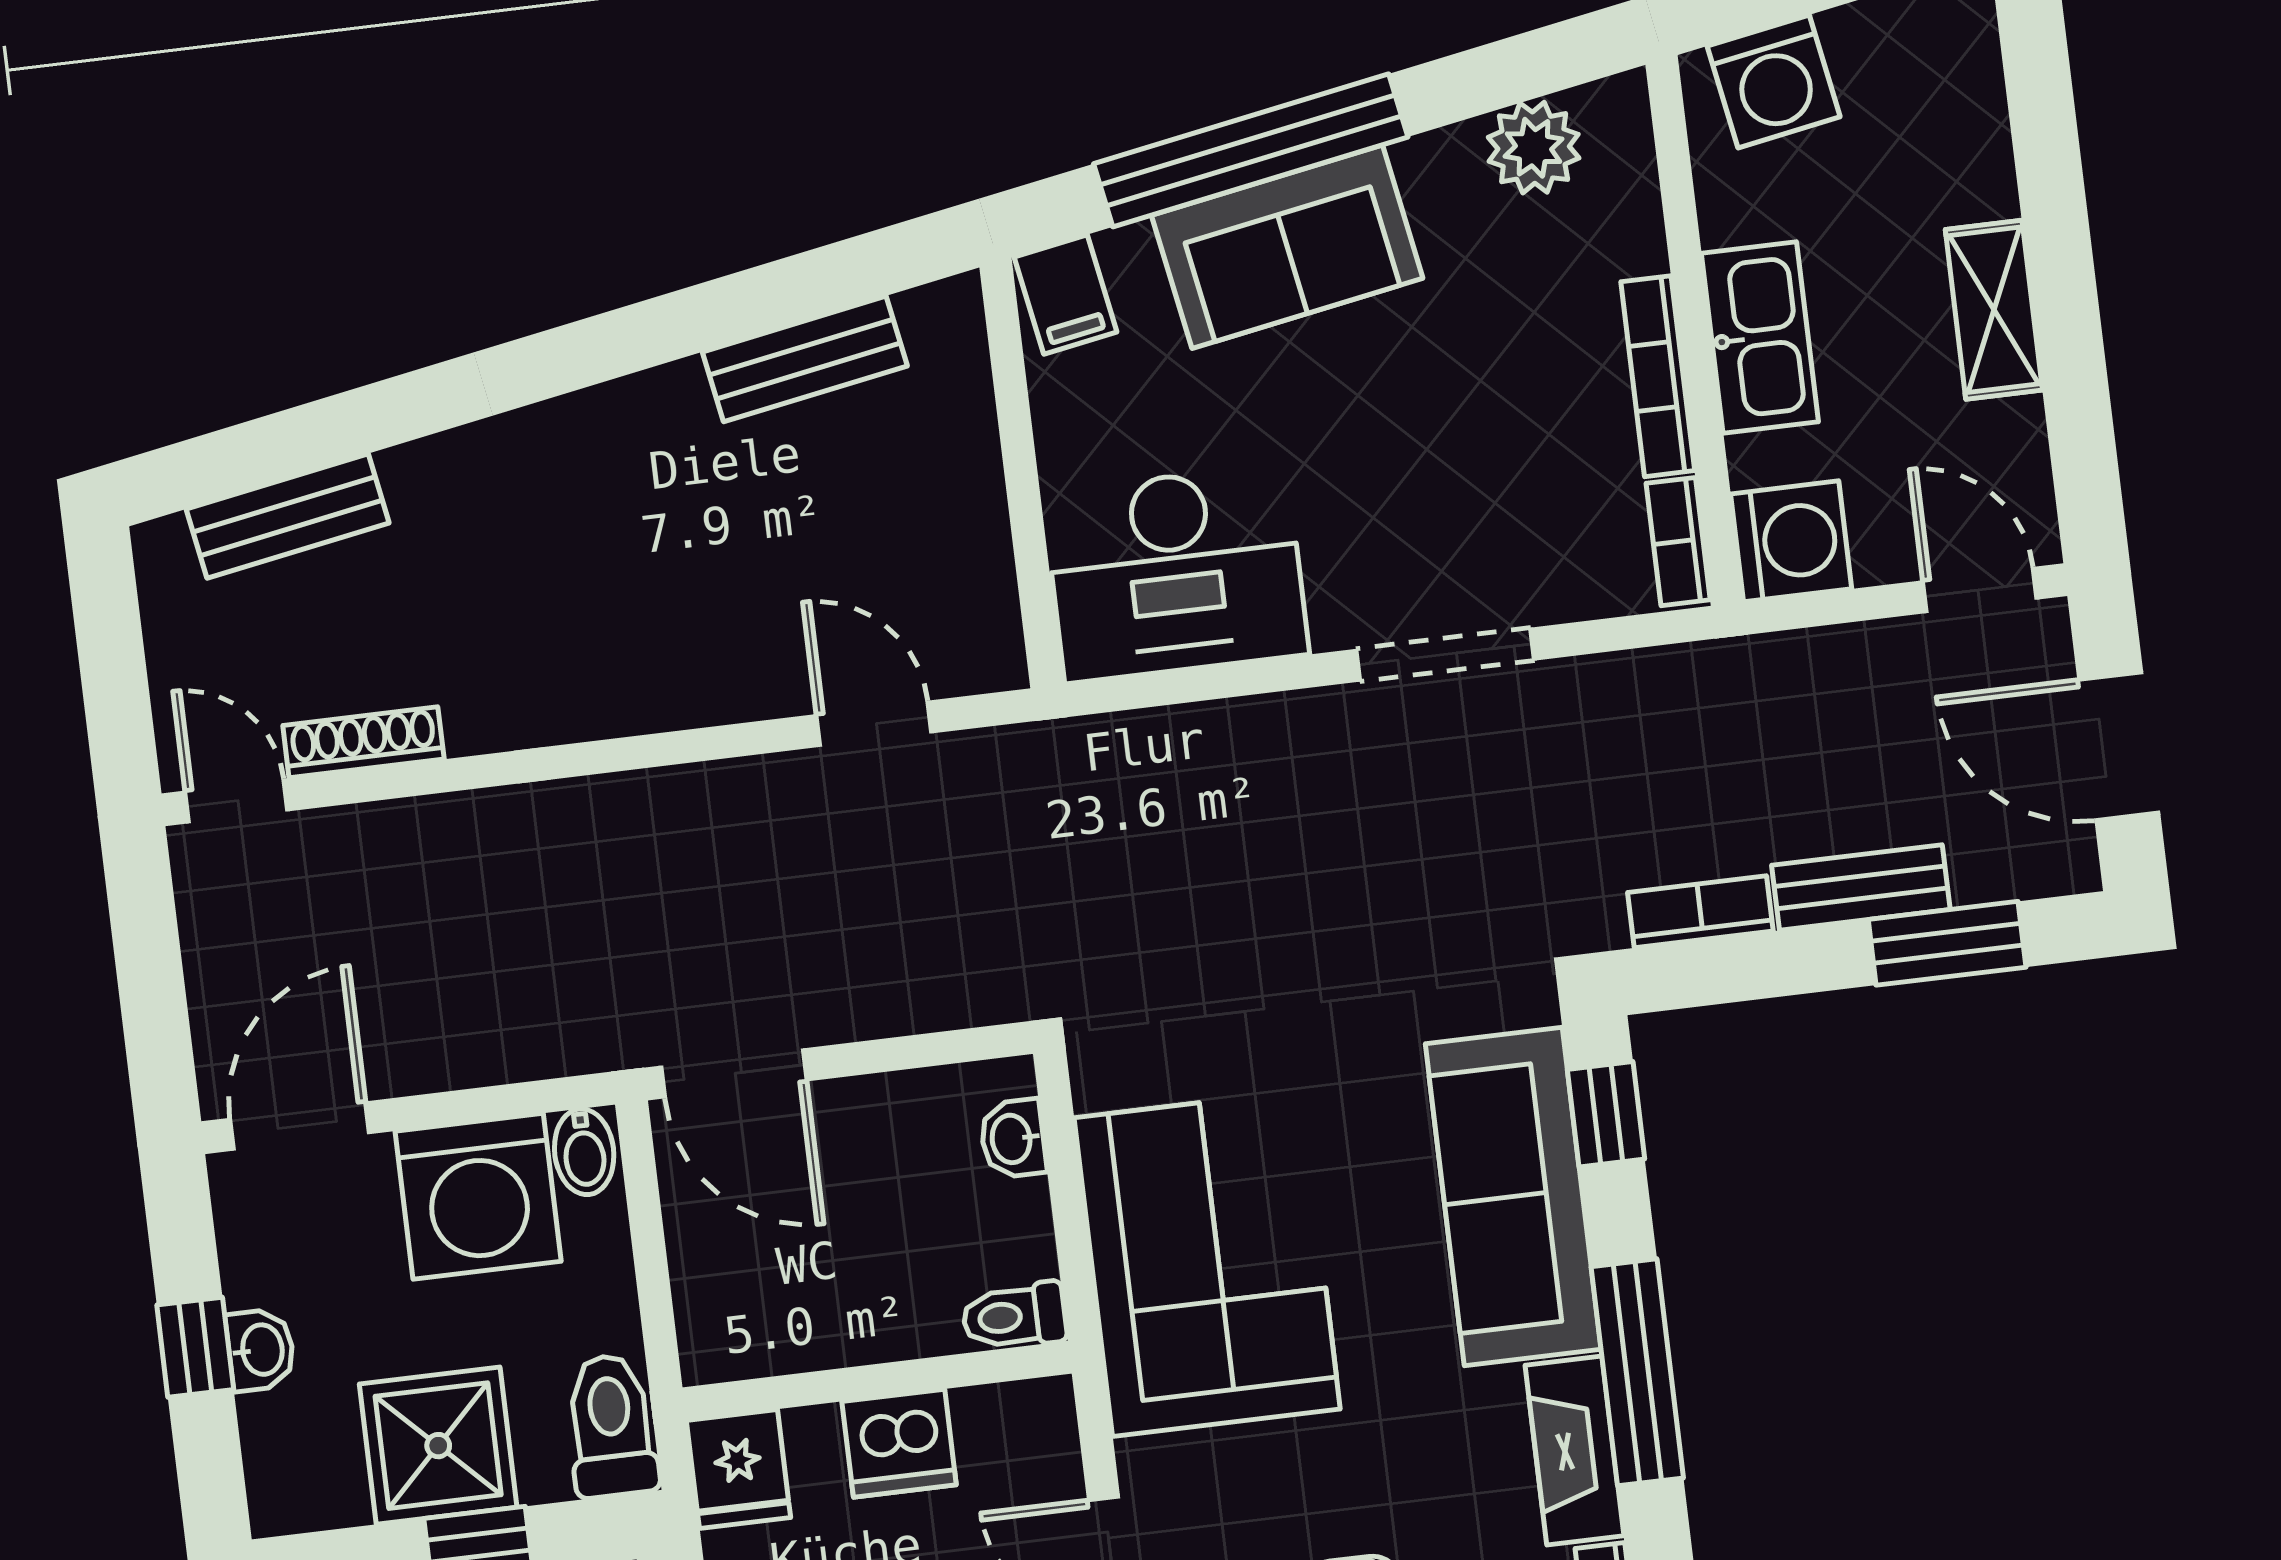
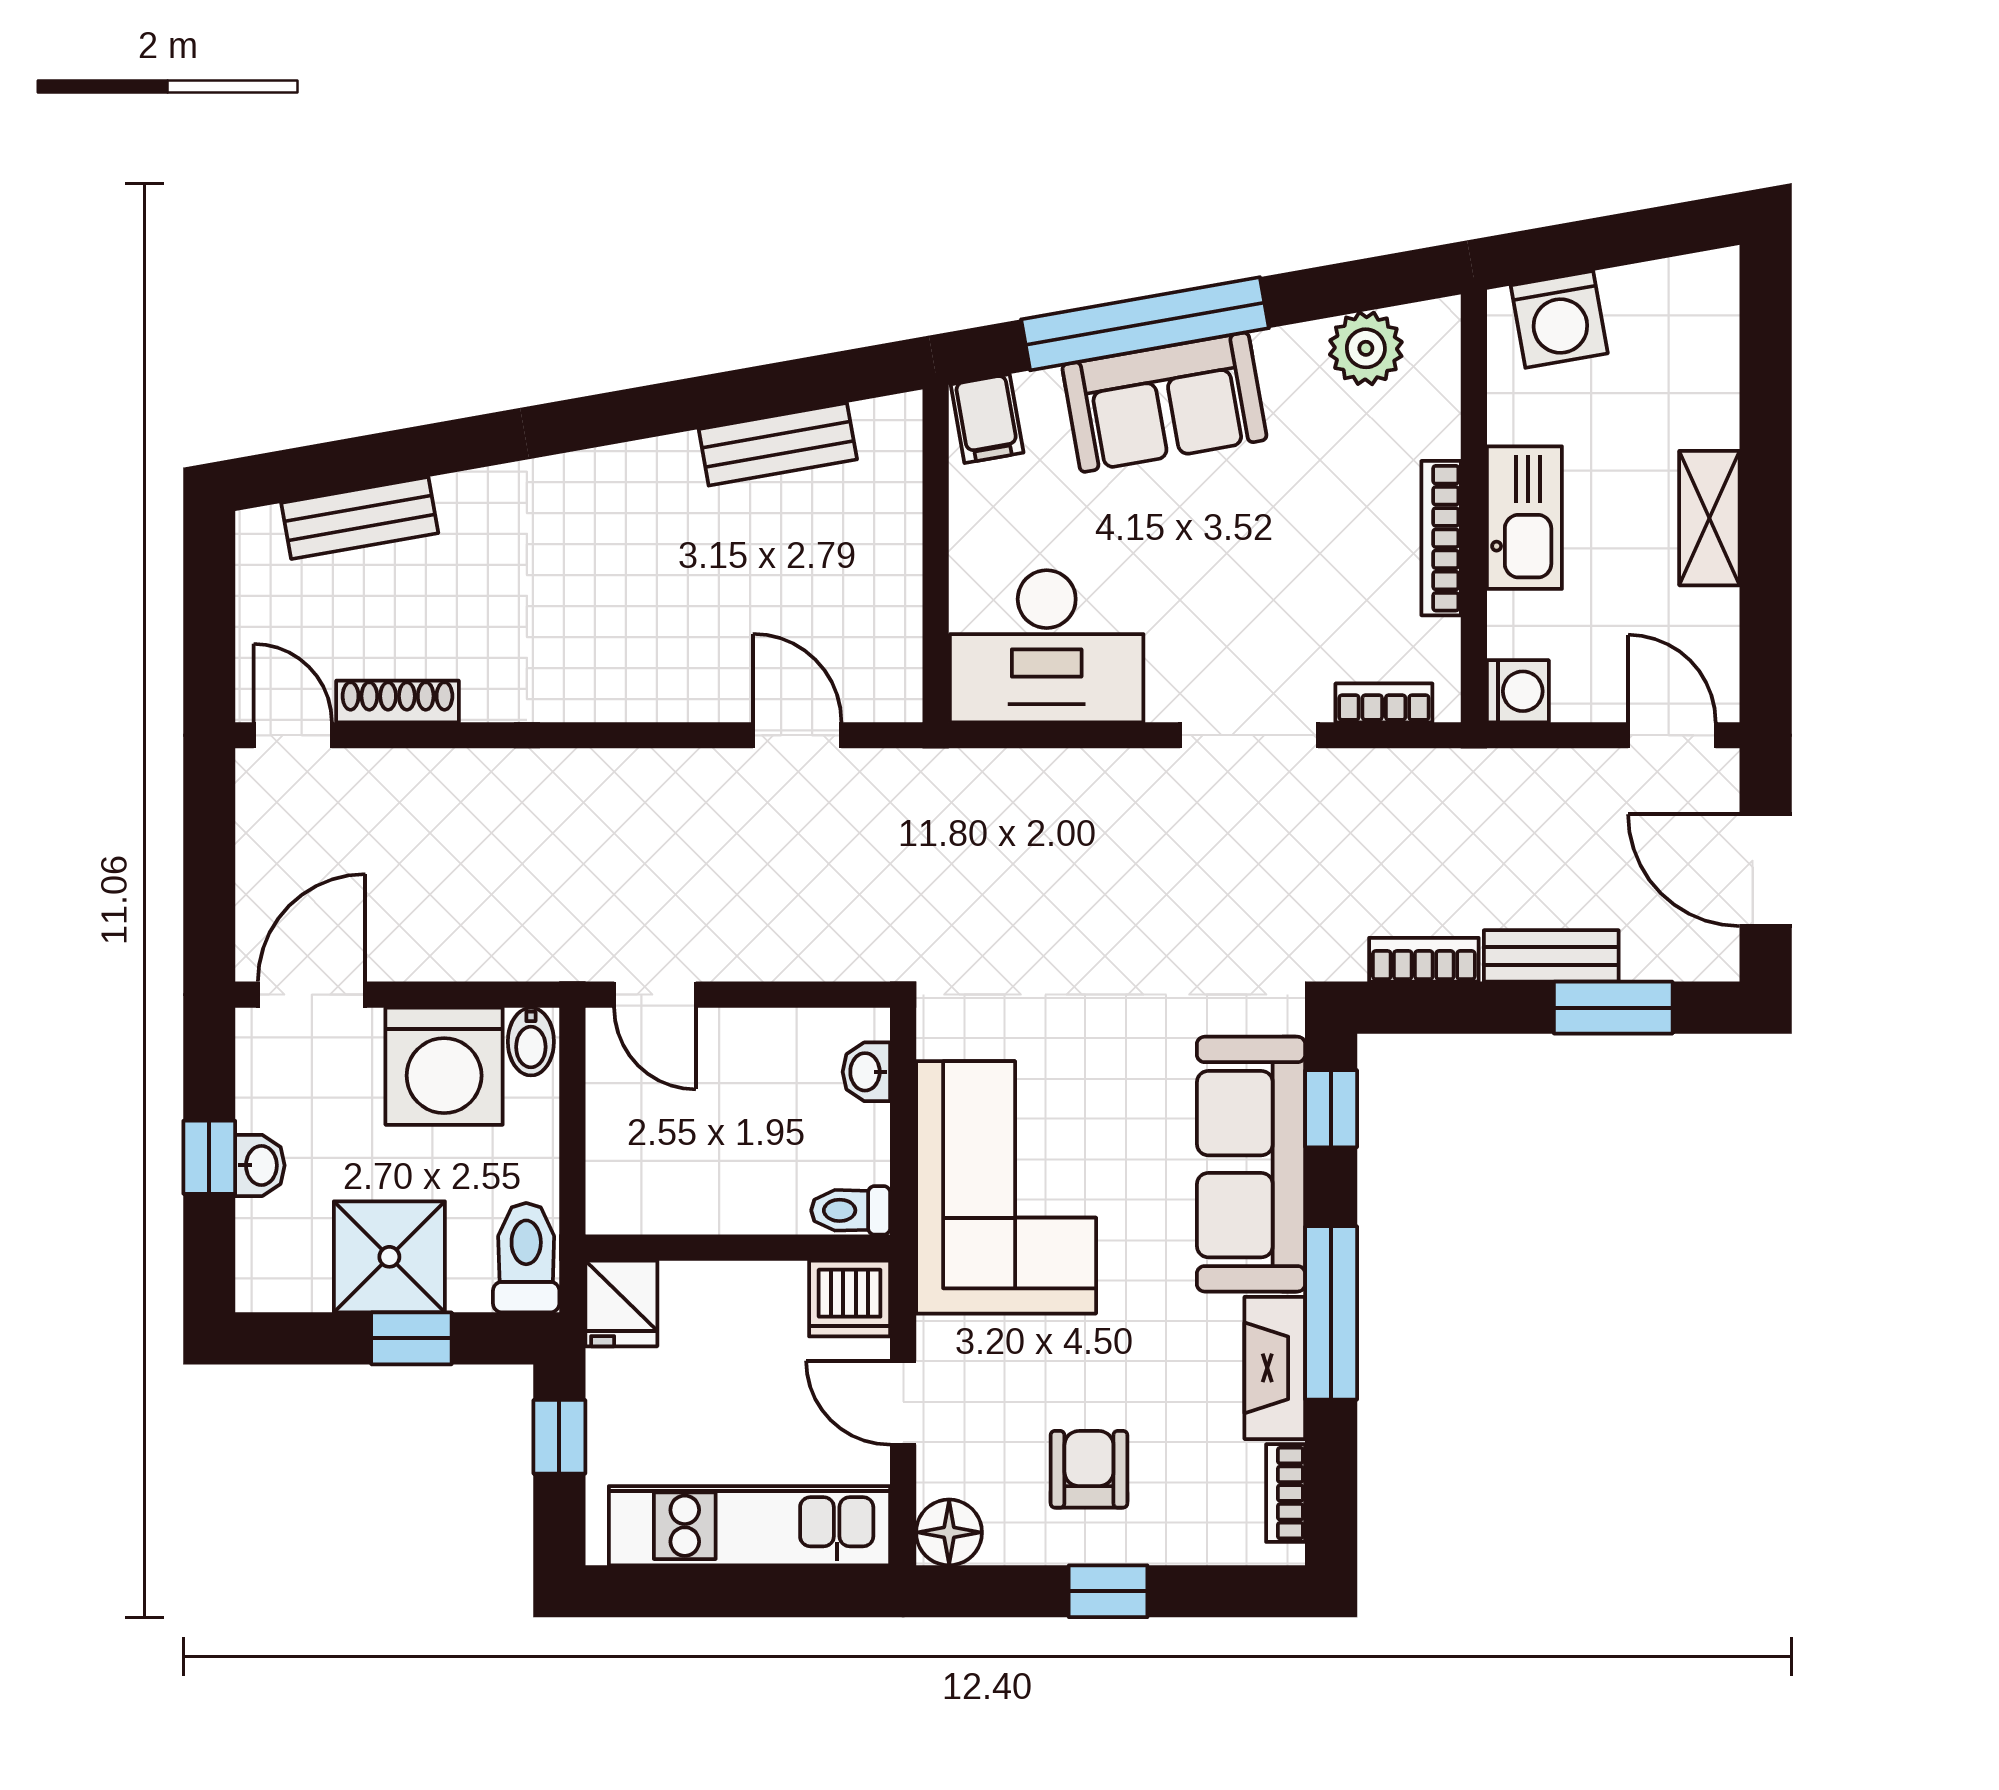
washing machine: (1791, 541) -> (1518, 691), width x0.73, depth x0.73
bookcase: (1678, 542) -> (1384, 703), moved, turned 90
door: (734, 1073) -> (655, 995), width x0.73
dishwasher: (899, 1443) -> (850, 1298), moved

